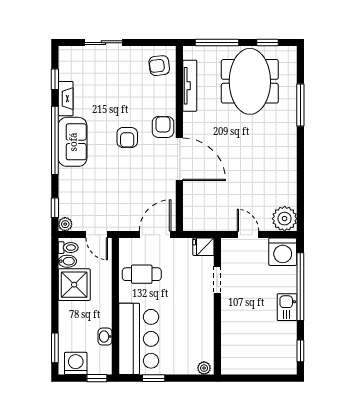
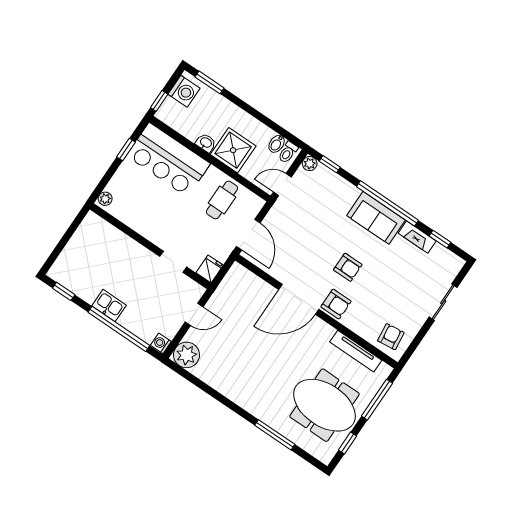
armchair: (127, 138) -> (348, 267), turned 180
washing machine: (283, 252) -> (161, 343), width x0.53, depth x0.53
shower: (74, 285) -> (233, 150), moved
washbasin: (105, 337) -> (206, 143), moved

